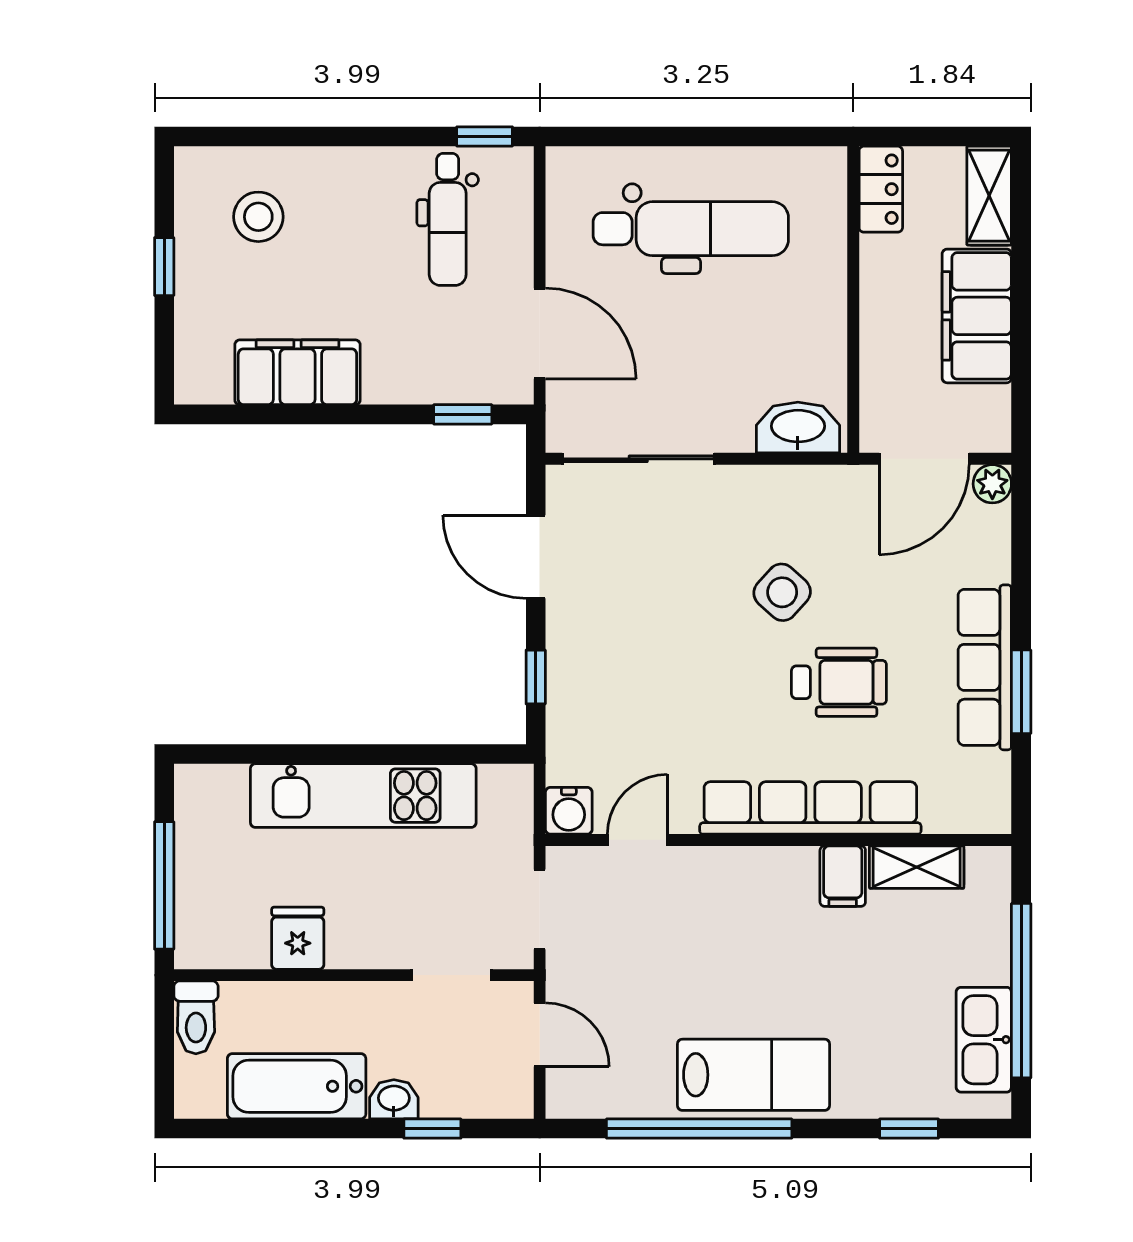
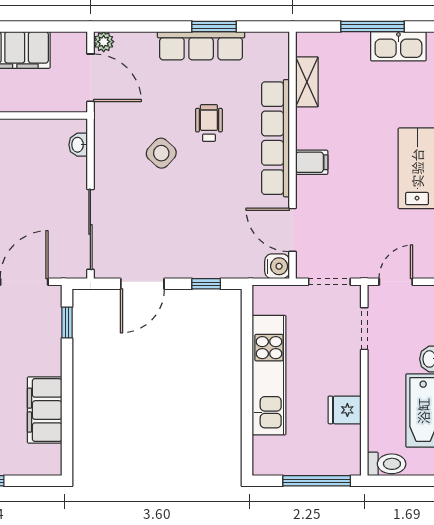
washbasin: (798, 428) -> (78, 145), width x0.52, depth x0.69
wheelchair: (839, 682) -> (209, 123), width x0.73, depth x0.73
door: (637, 840) -> (293, 230), width x1.37
filing cabinet: (843, 876) -> (312, 162), moved
window: (1021, 991) -> (372, 26), width x0.68

